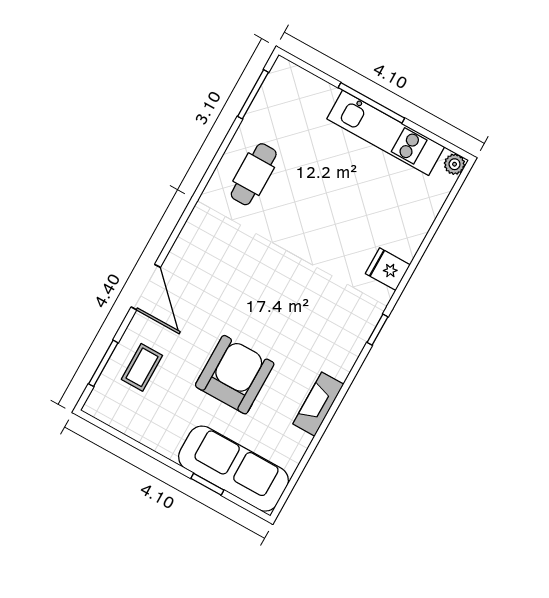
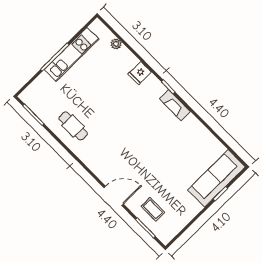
plant: (455, 164) -> (116, 44), moved
armchair: (235, 375) -> (170, 164), removed
fireplace: (318, 404) -> (175, 105), moved

